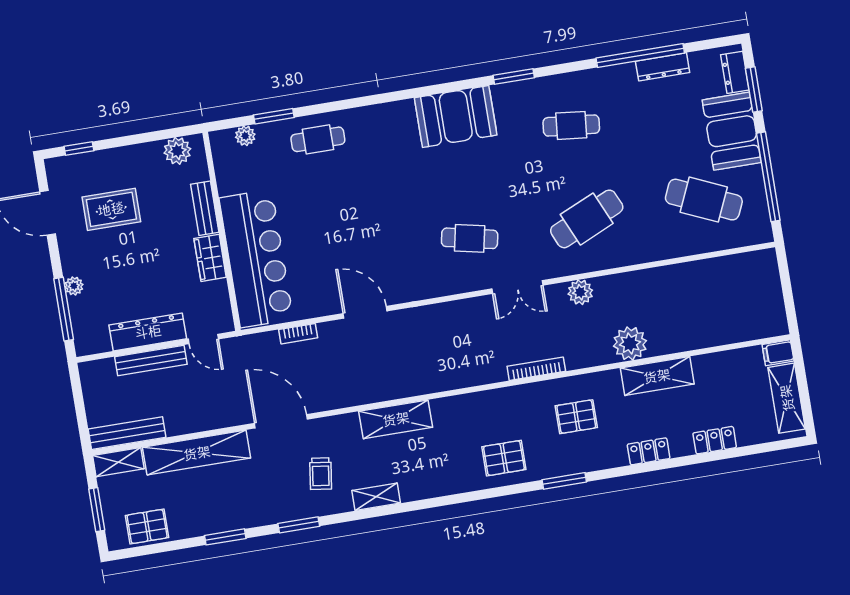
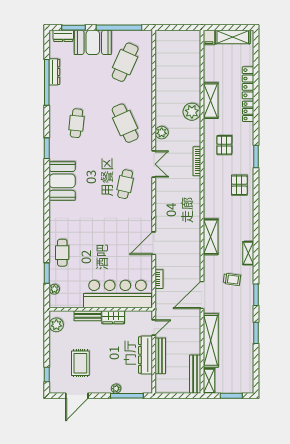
locker: (715, 440) -> (248, 83), width x1.53
pallet: (147, 526) -> (244, 372), removed

